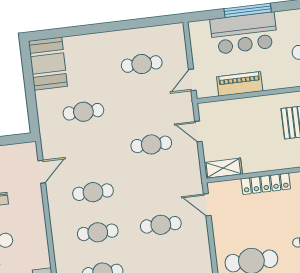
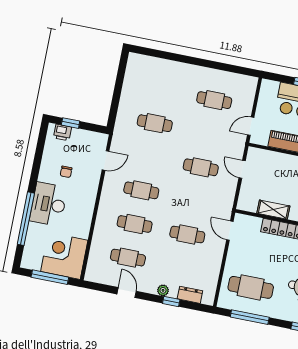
booth: (48, 64) -> (139, 75), removed
shelving: (223, 168) -> (273, 210), moved

